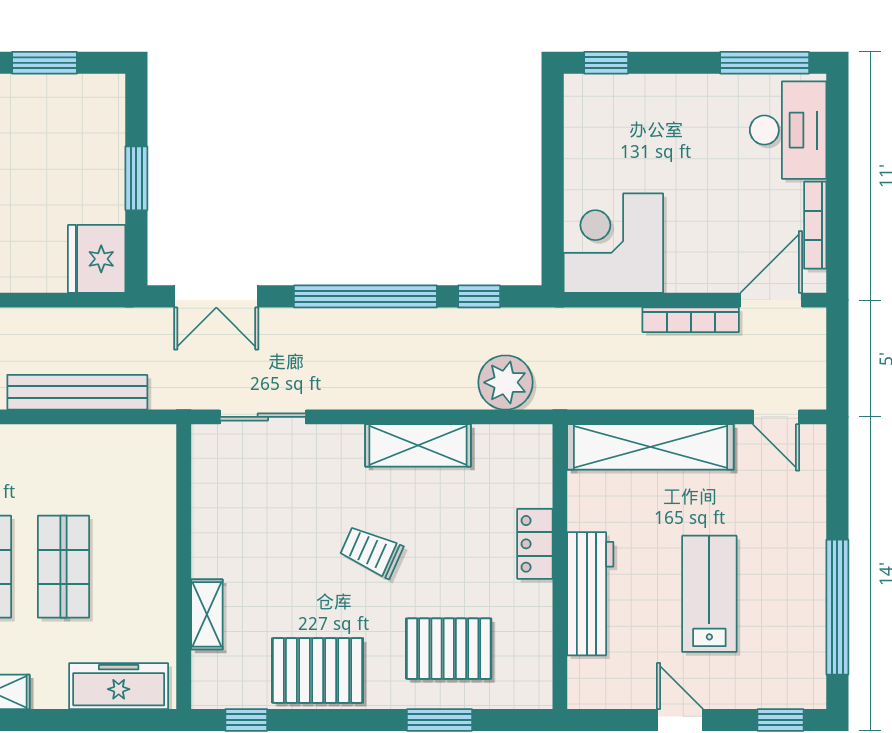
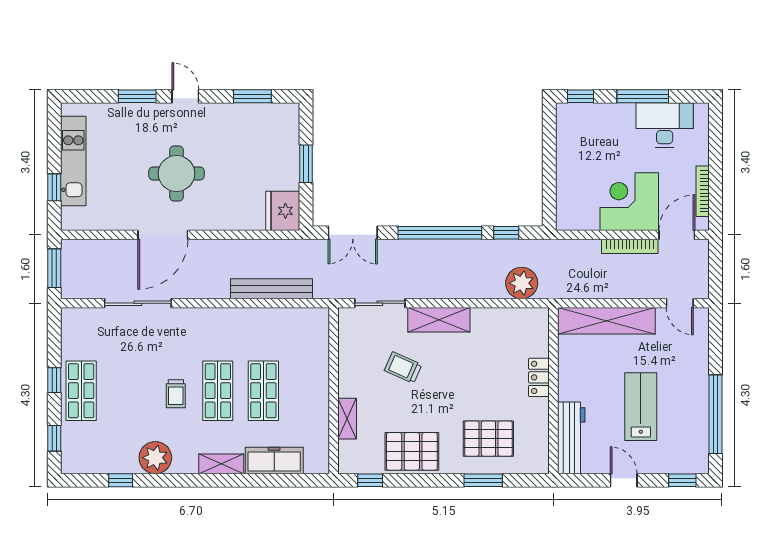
window: (765, 63) -> (643, 96), moved
desk: (788, 130) -> (665, 125), moved, turned -90
corner desk: (613, 243) -> (629, 202), moved
shelving: (418, 445) -> (439, 320), moved
trolley: (371, 552) -> (403, 368), moved
workbench: (590, 594) -> (571, 438), moved
freezer: (119, 686) -> (274, 460), moved

